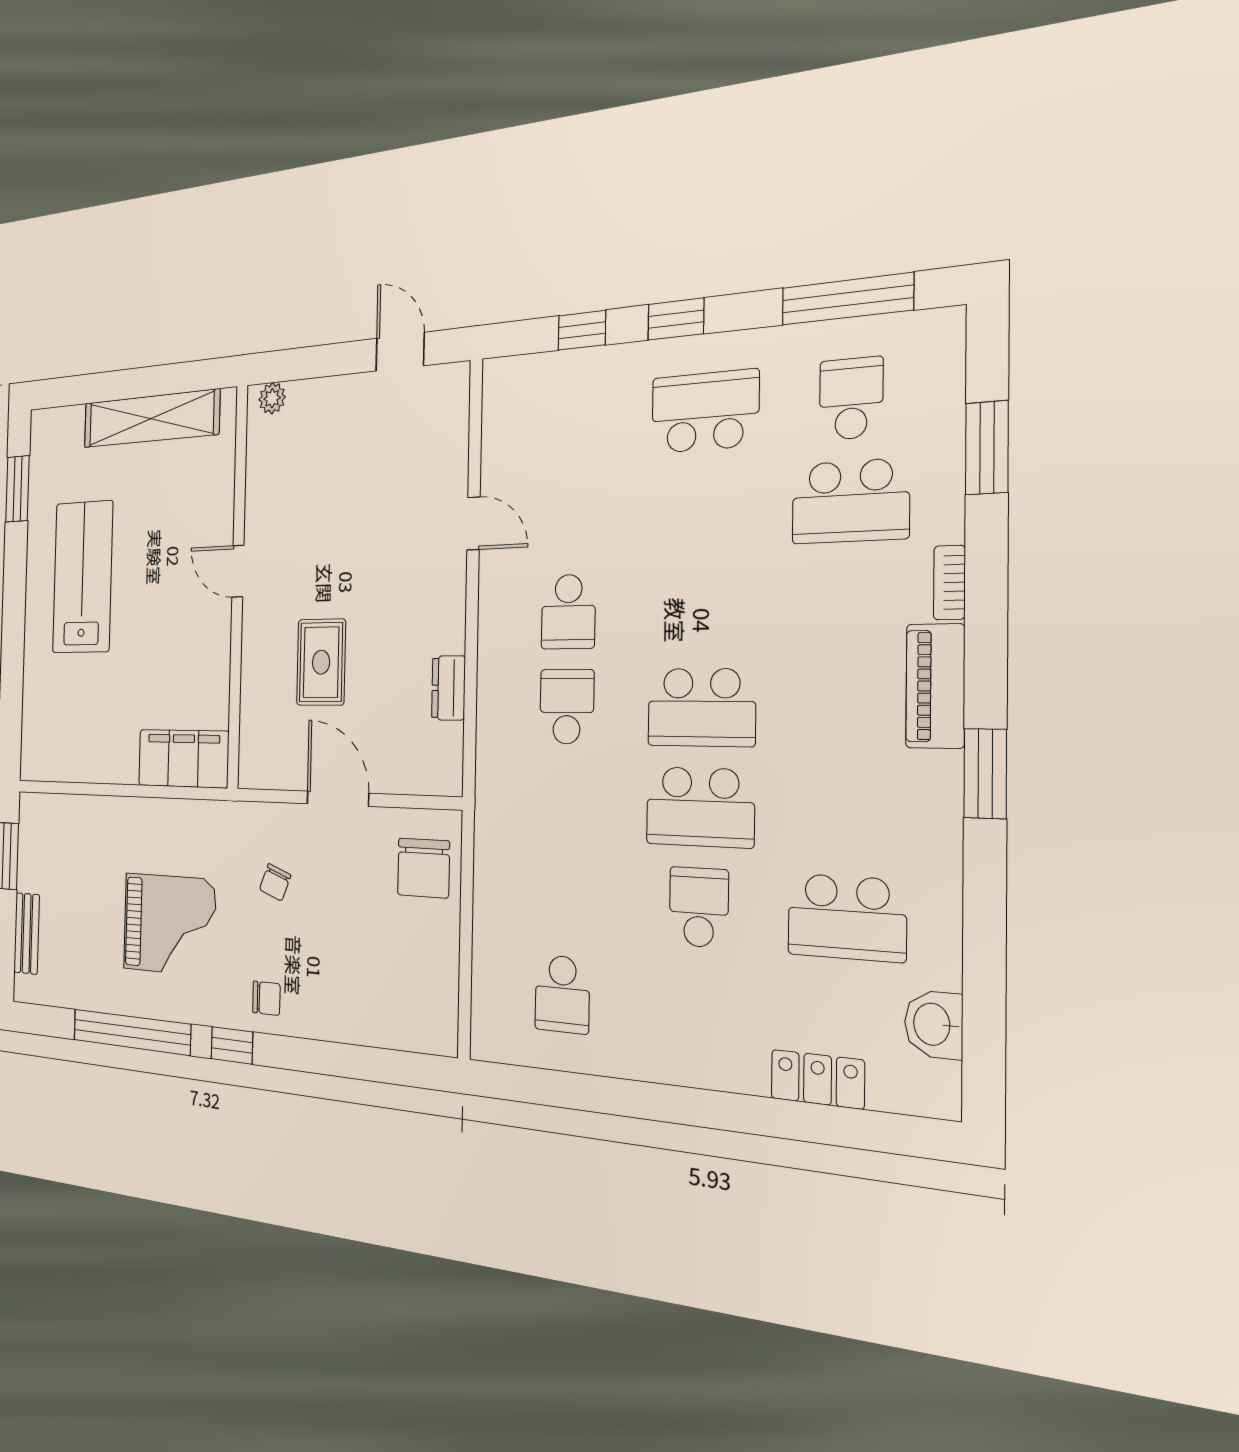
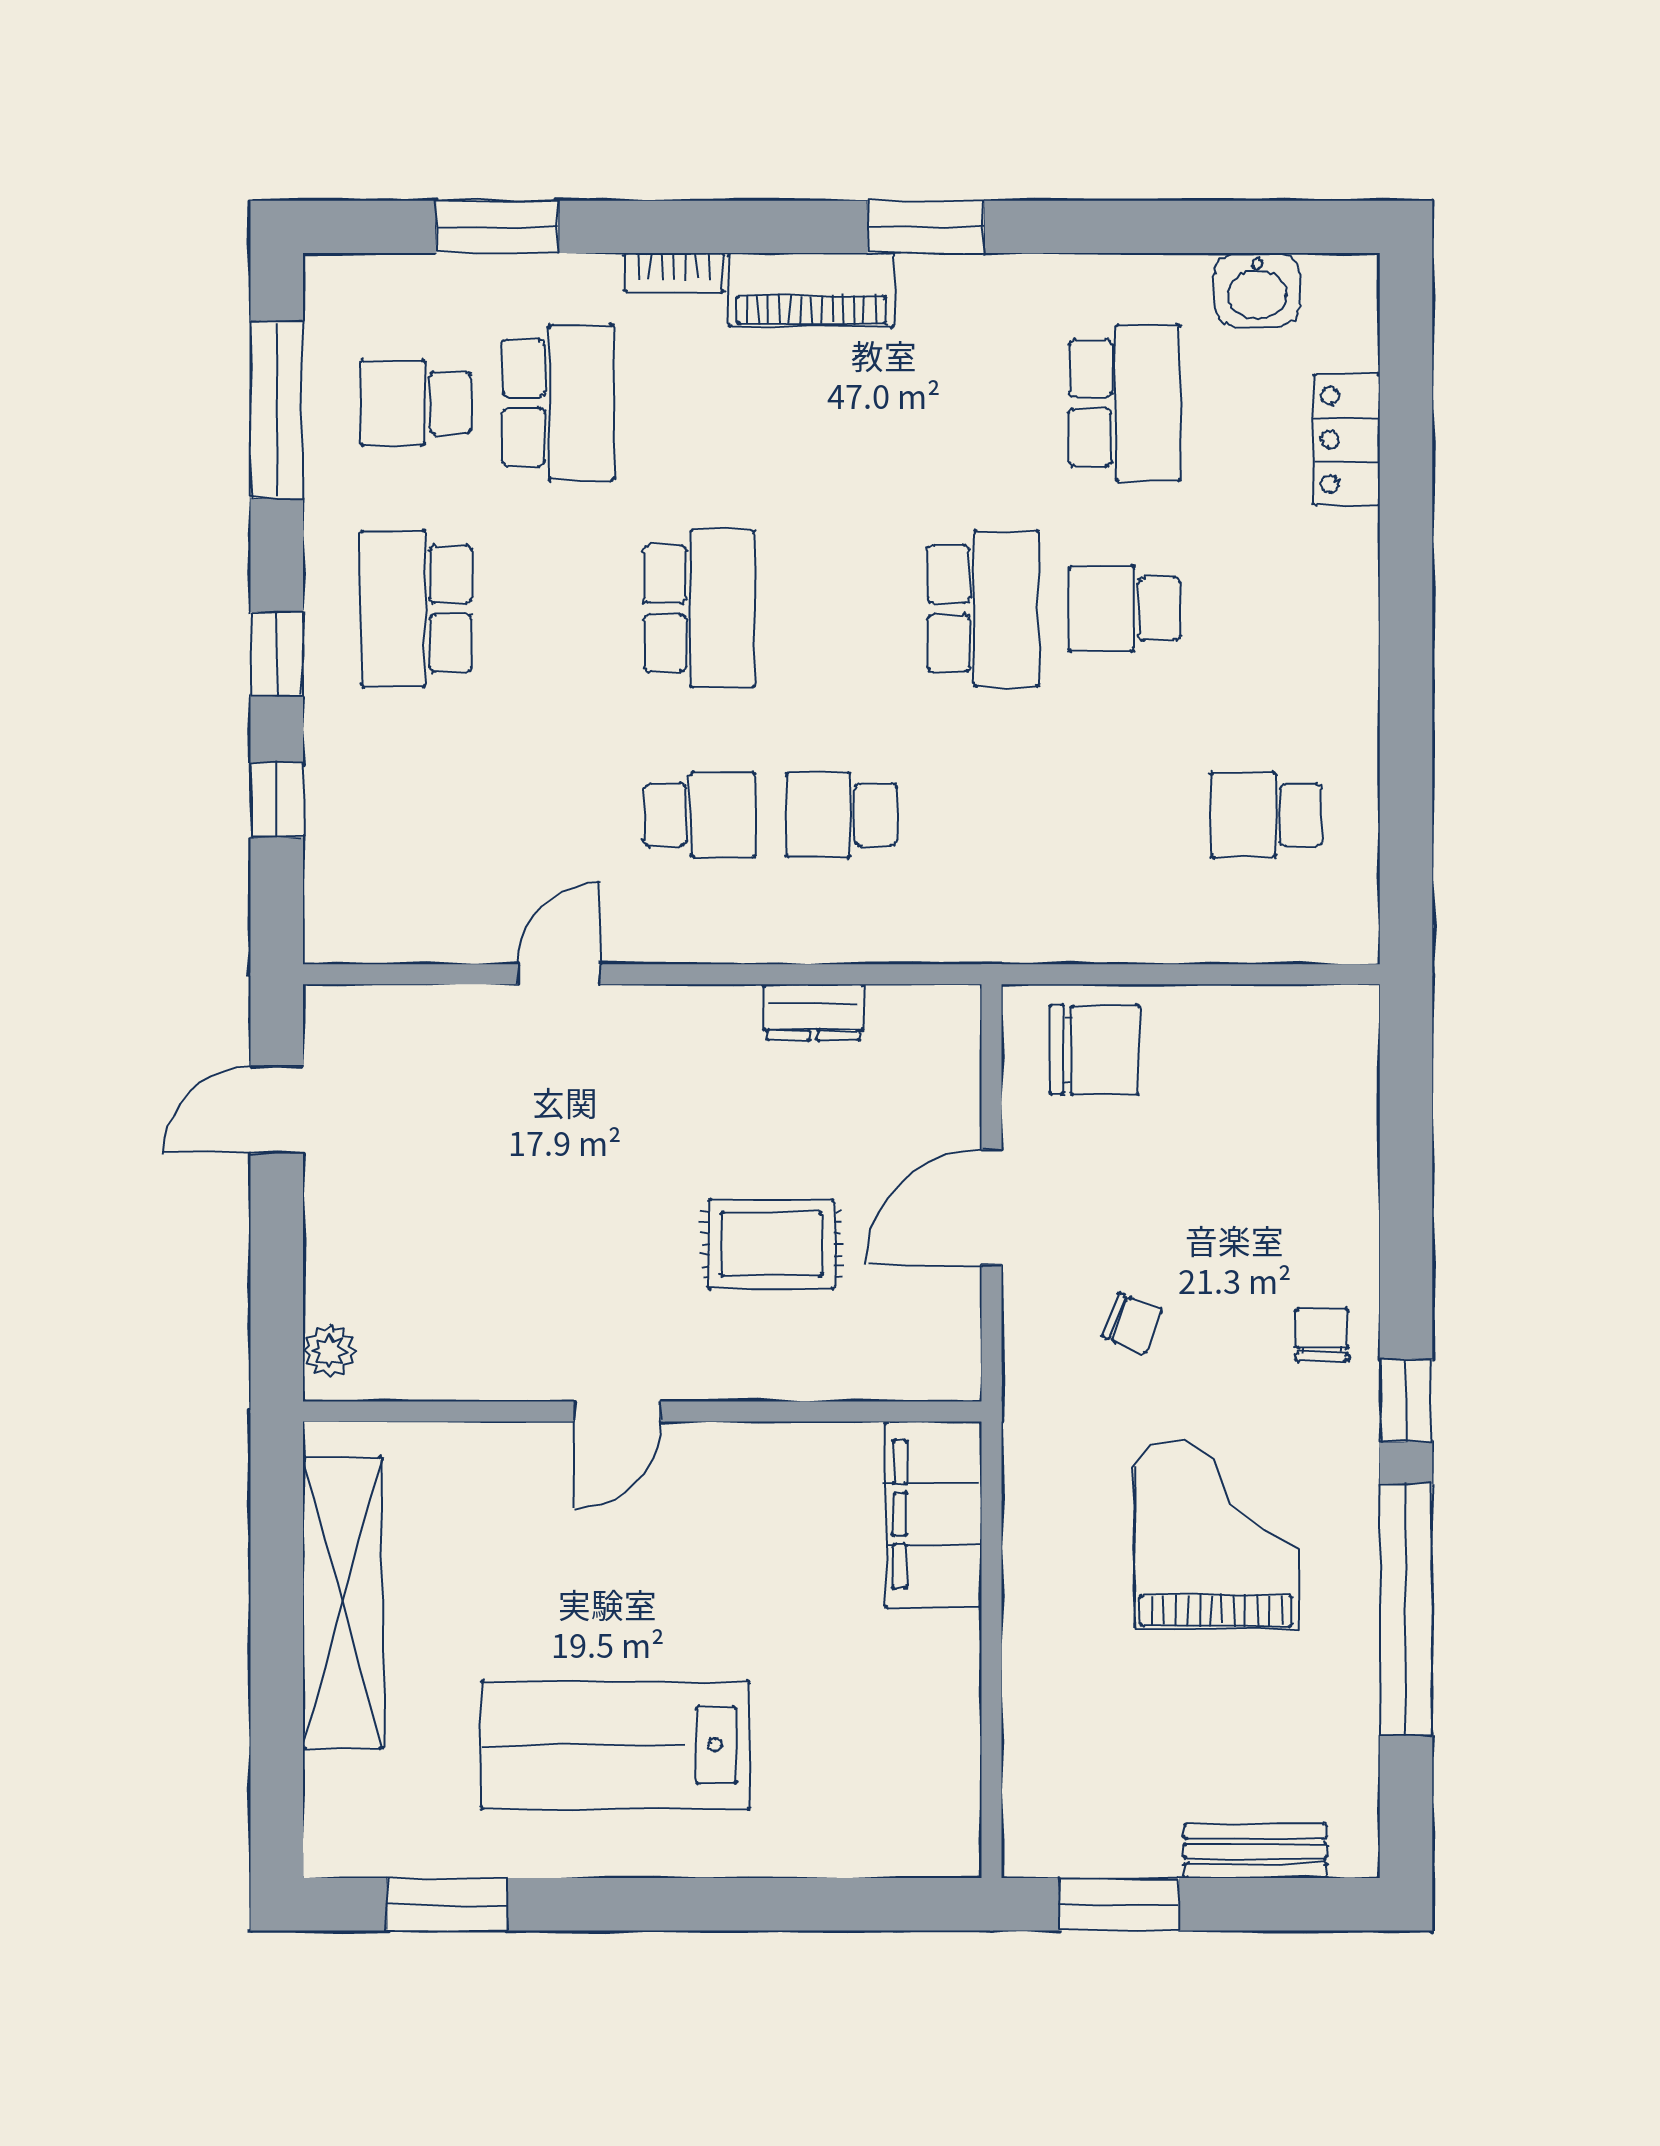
school desk: (701, 707) -> (700, 609), moved
school desk: (562, 994) -> (1267, 815), turned 180

